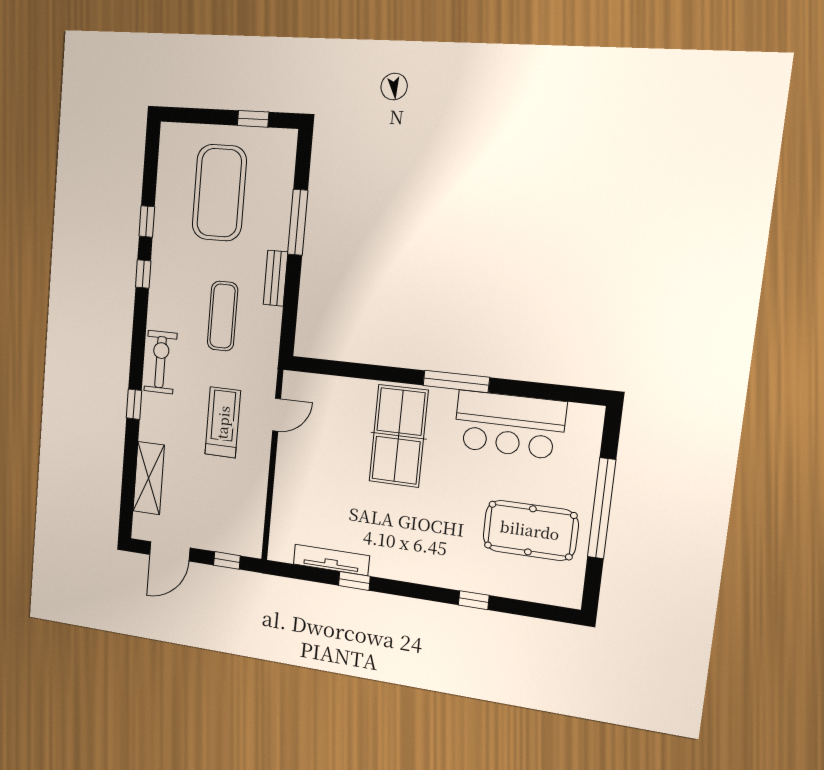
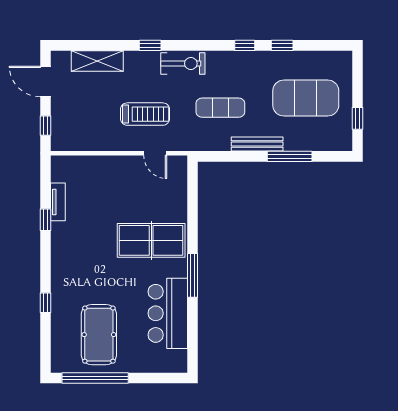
bench: (276, 278) -> (257, 144), width x1.36
window: (602, 508) -> (95, 378), moved
tv unit: (331, 560) -> (58, 202), width x0.71

